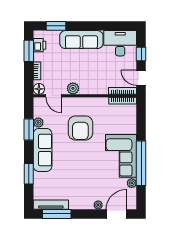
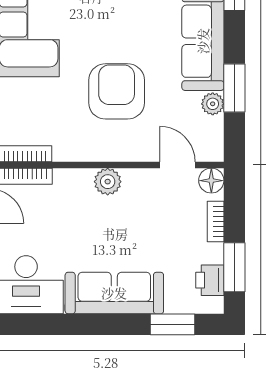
plant: (73, 88) -> (108, 182), moved

